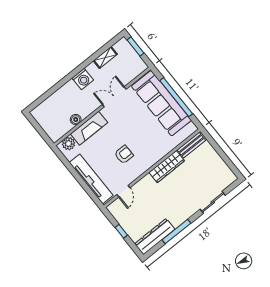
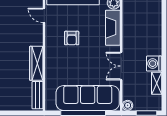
washing machine: (83, 79) -> (154, 64), moved
double door: (114, 97) -> (121, 66), swing flipped
boiler: (76, 120) -> (128, 105), moved

